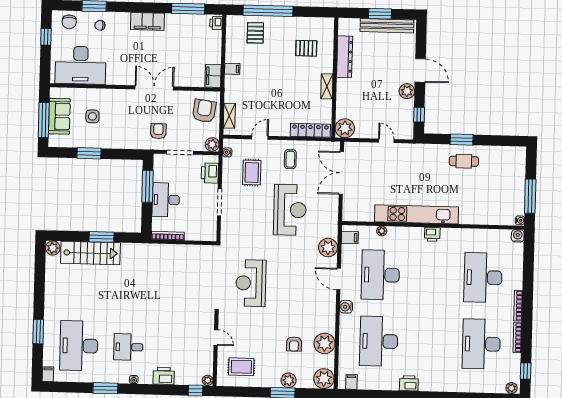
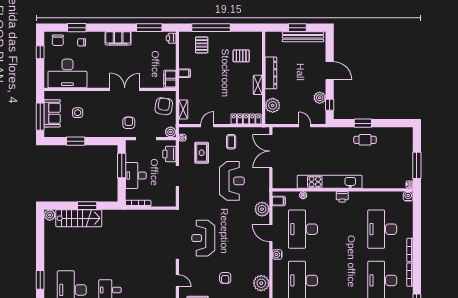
dresser: (345, 57) -> (271, 73), moved
plant: (407, 91) -> (320, 98), moved
plant: (345, 128) -> (273, 105), moved
armchair: (294, 344) -> (225, 278), moved

